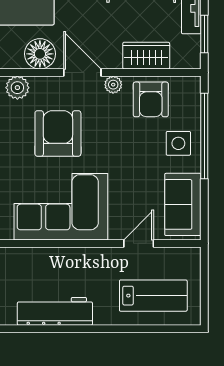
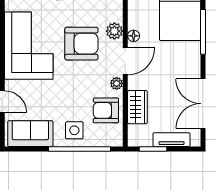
floor lamp: (40, 54) -> (134, 36), width x0.53, depth x0.53
plant: (17, 88) -> (114, 31), moved

